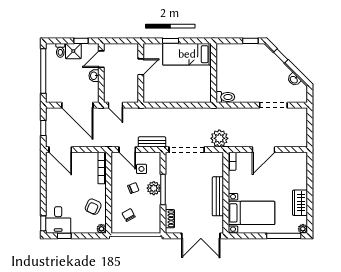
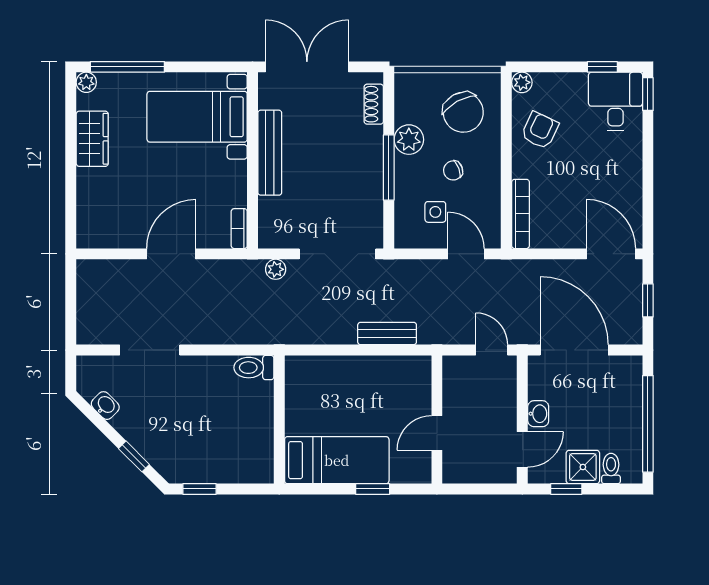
plant: (219, 138) -> (276, 269), width x0.53, depth x0.53
bench: (152, 142) -> (387, 334), moved
plant: (154, 188) -> (409, 140), moved
chair: (129, 215) -> (463, 112), width x1.87, depth x1.87

